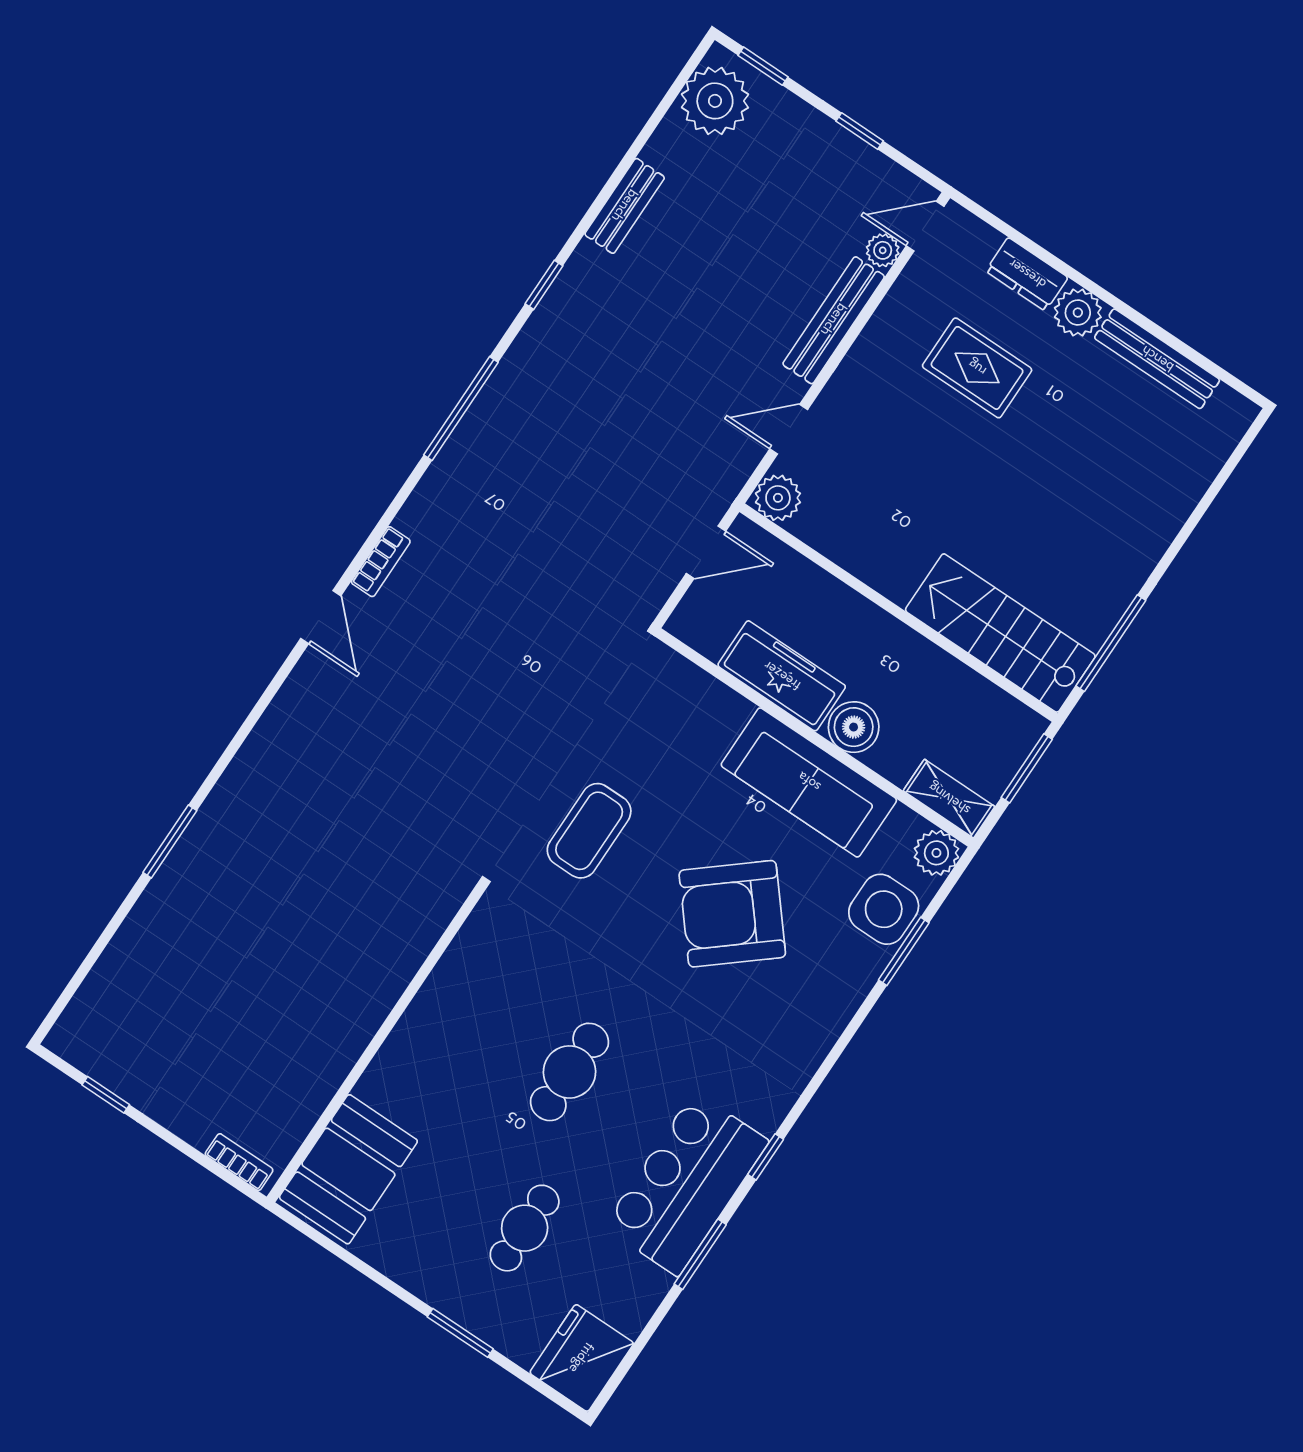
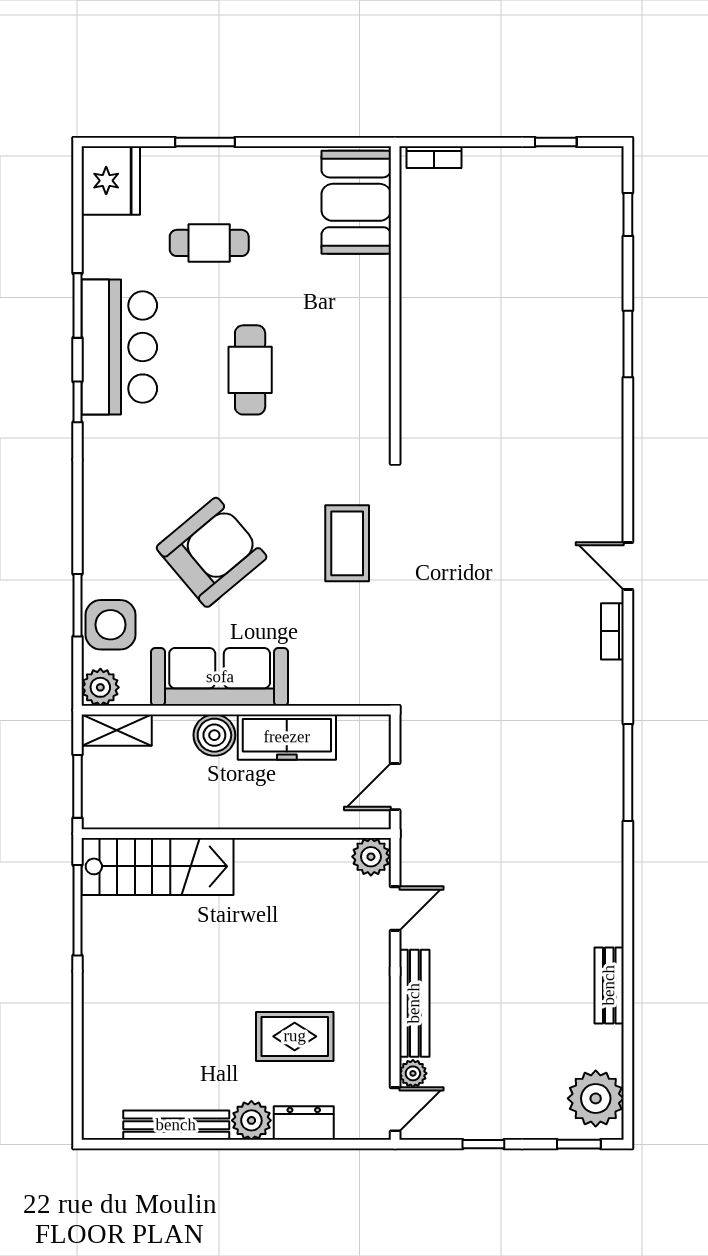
window: (544, 285) -> (628, 214), moved
cafe table: (525, 1228) -> (209, 243), turned 90

